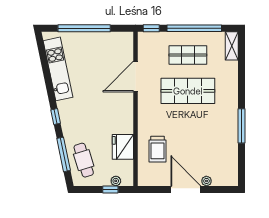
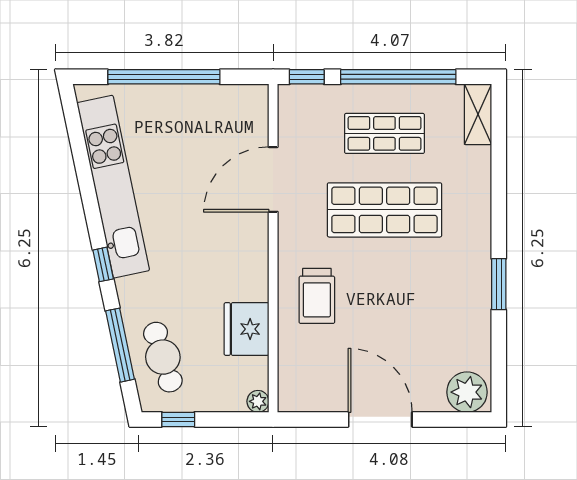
kitchen unit: (58, 69) -> (113, 187), width x1.36
window: (242, 126) -> (499, 284), width x0.69
trolley: (158, 149) -> (317, 296), moved
plant: (116, 181) -> (258, 401), moved
plant: (206, 181) -> (467, 392), moved, width x1.87, depth x1.87
window: (110, 189) -> (178, 419), moved

